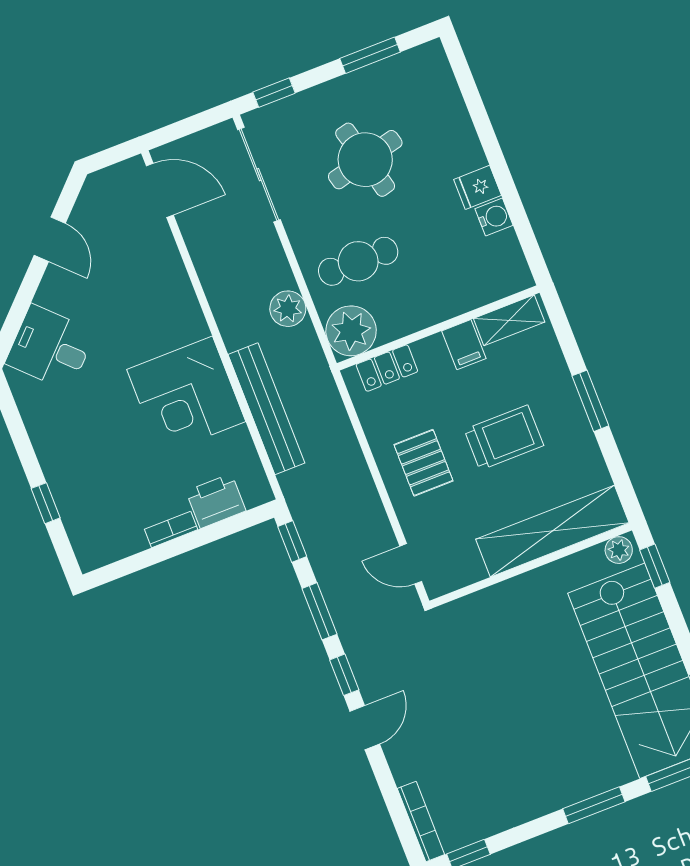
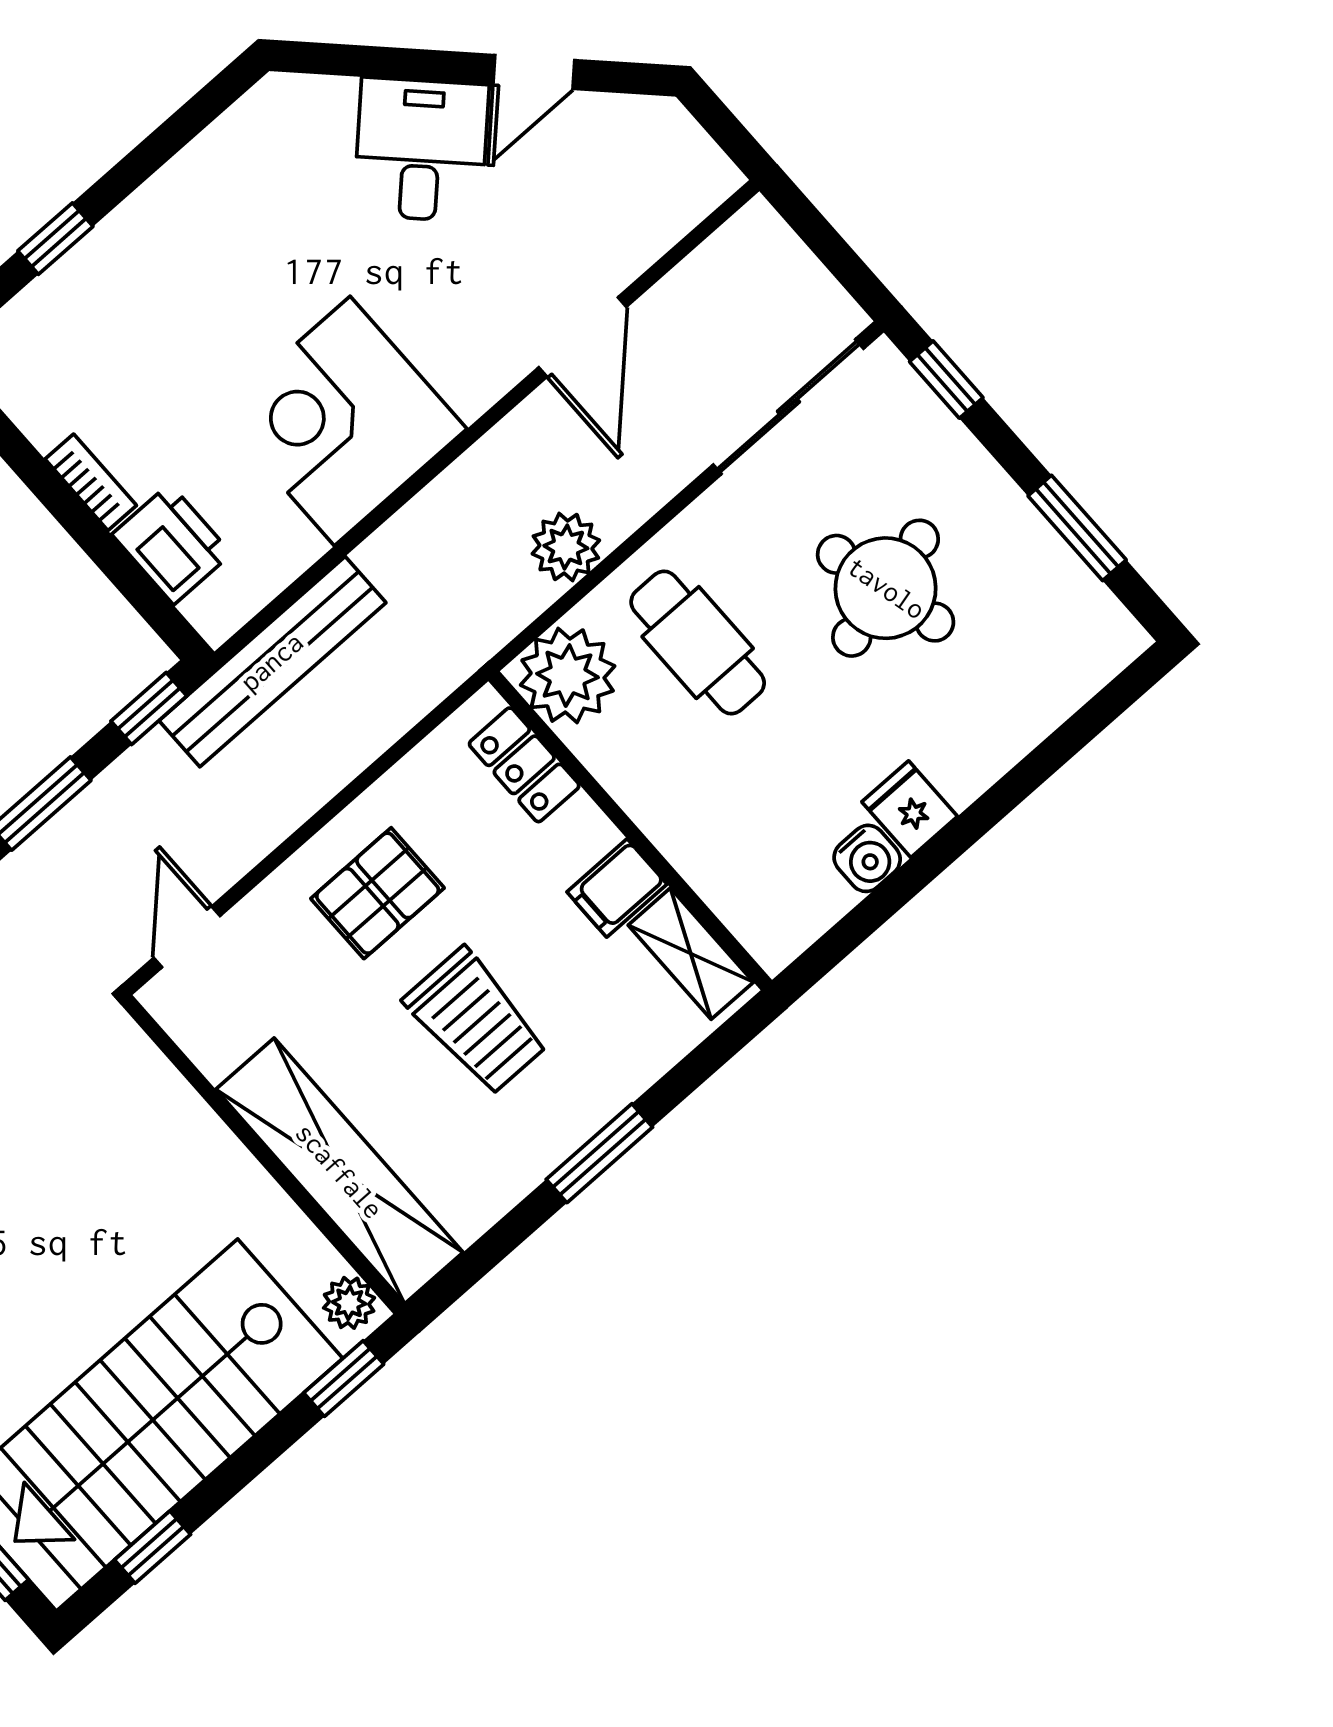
door: (160, 190) -> (582, 337), moved
desk: (50, 348) -> (421, 150), moved
bench: (266, 409) -> (272, 662), moved

